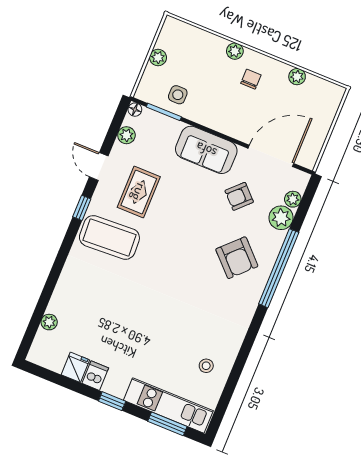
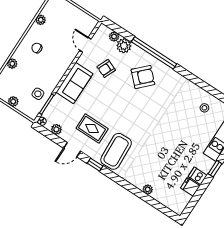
plant: (235, 51) -> (12, 64), moved
door: (271, 156) -> (85, 45), width x0.53
armchair: (239, 196) -> (106, 68), turned 68
plant: (49, 322) -> (148, 189), moved

